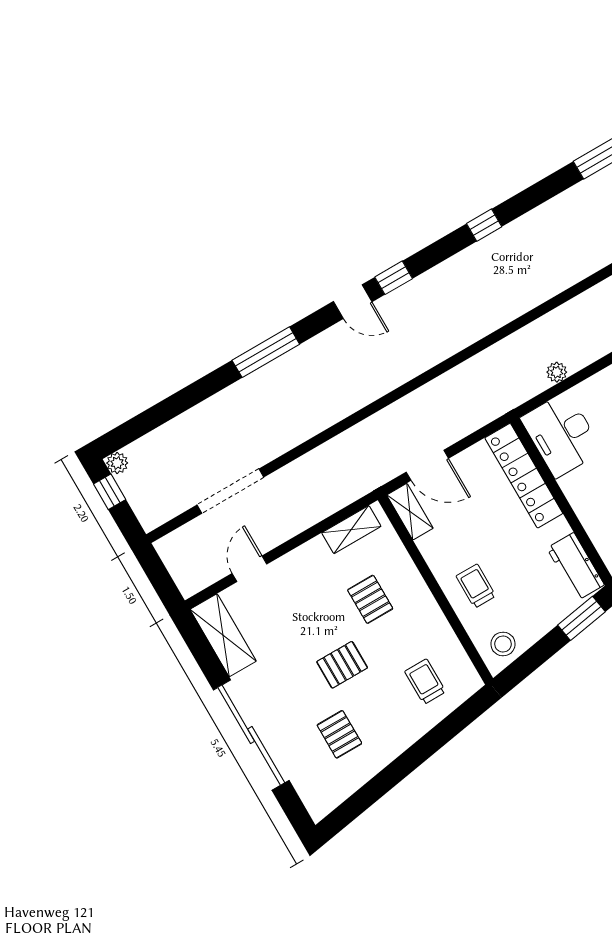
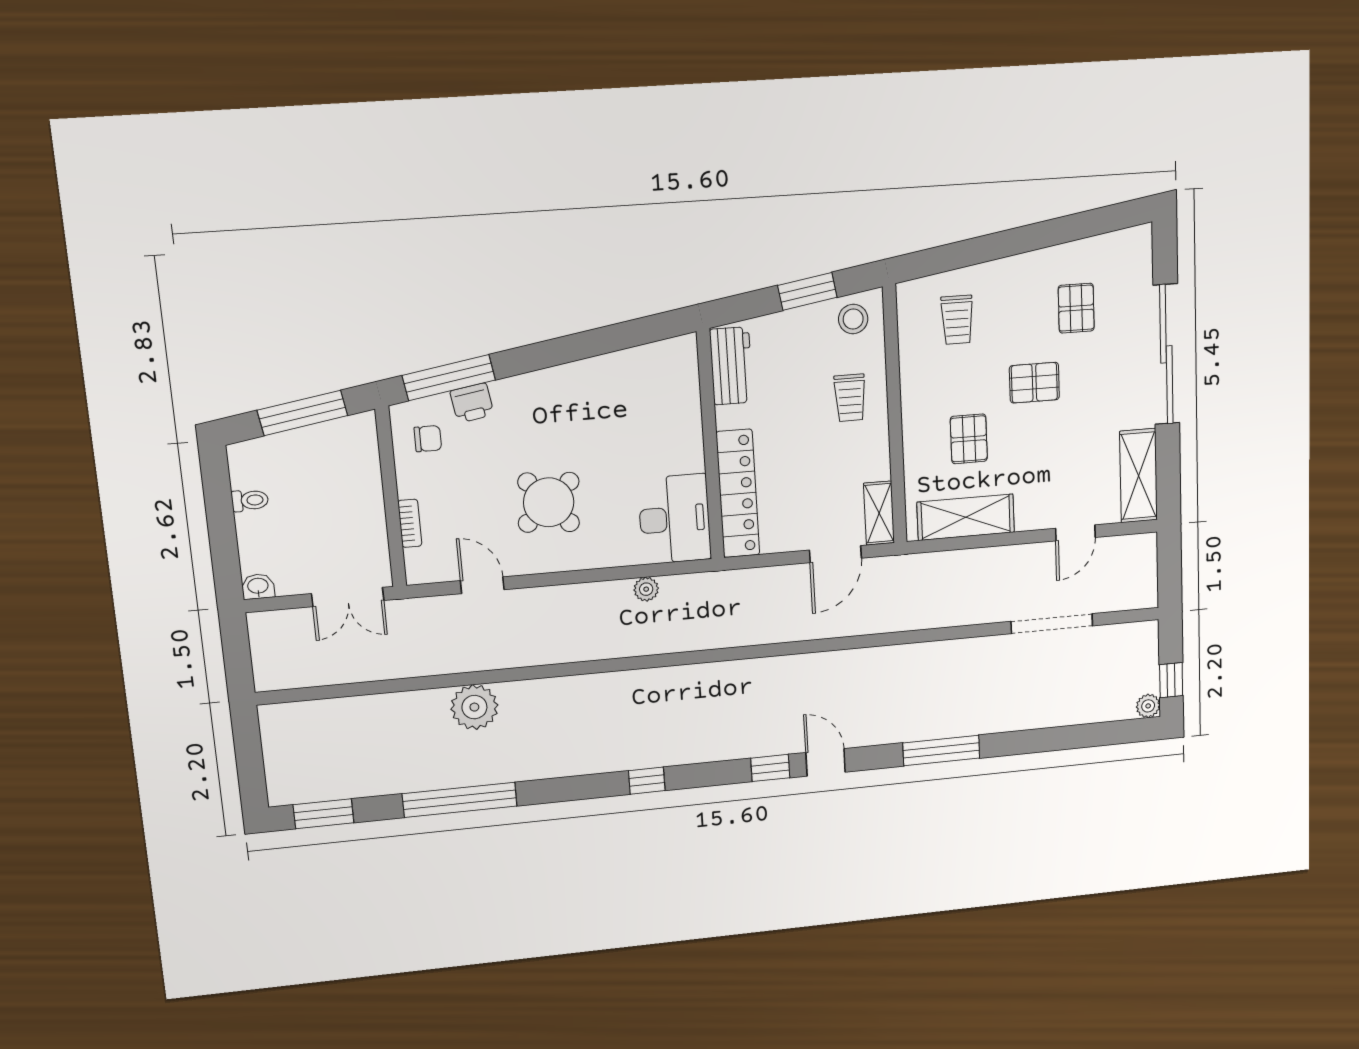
door: (427, 465) -> (835, 554), swing flipped
shelving: (351, 530) -> (966, 517), width x1.50, depth x1.33
window: (581, 618) -> (807, 291), moved

